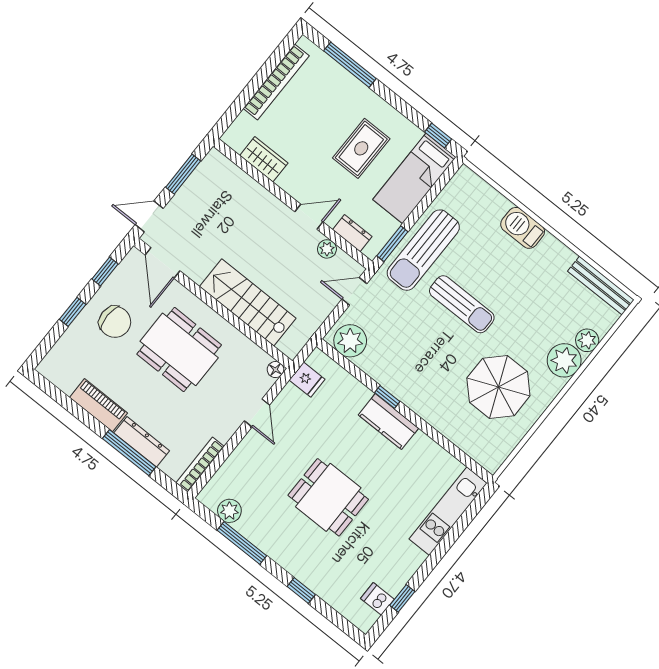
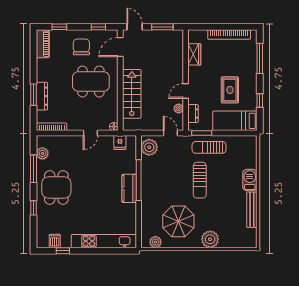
window: (438, 135) -> (260, 101), moved
rug: (361, 148) -> (230, 90), turned 90
door: (309, 217) -> (186, 91), swing flipped
sun lounger: (423, 250) -> (209, 147), width x0.73, depth x0.75
bench: (601, 285) -> (252, 210), moved
window: (73, 312) -> (59, 27), moved
chair: (115, 322) -> (81, 47), turned 180
plant: (587, 340) -> (155, 242), moved
dining table: (179, 349) -> (91, 82), turned 90
window: (387, 397) -> (139, 180), width x3.17
piano: (98, 405) -> (43, 44), moved
window: (129, 453) -> (34, 95), width x0.69
dining table: (328, 497) -> (56, 187), moved
kitchen unit: (448, 511) -> (104, 241), width x1.36

